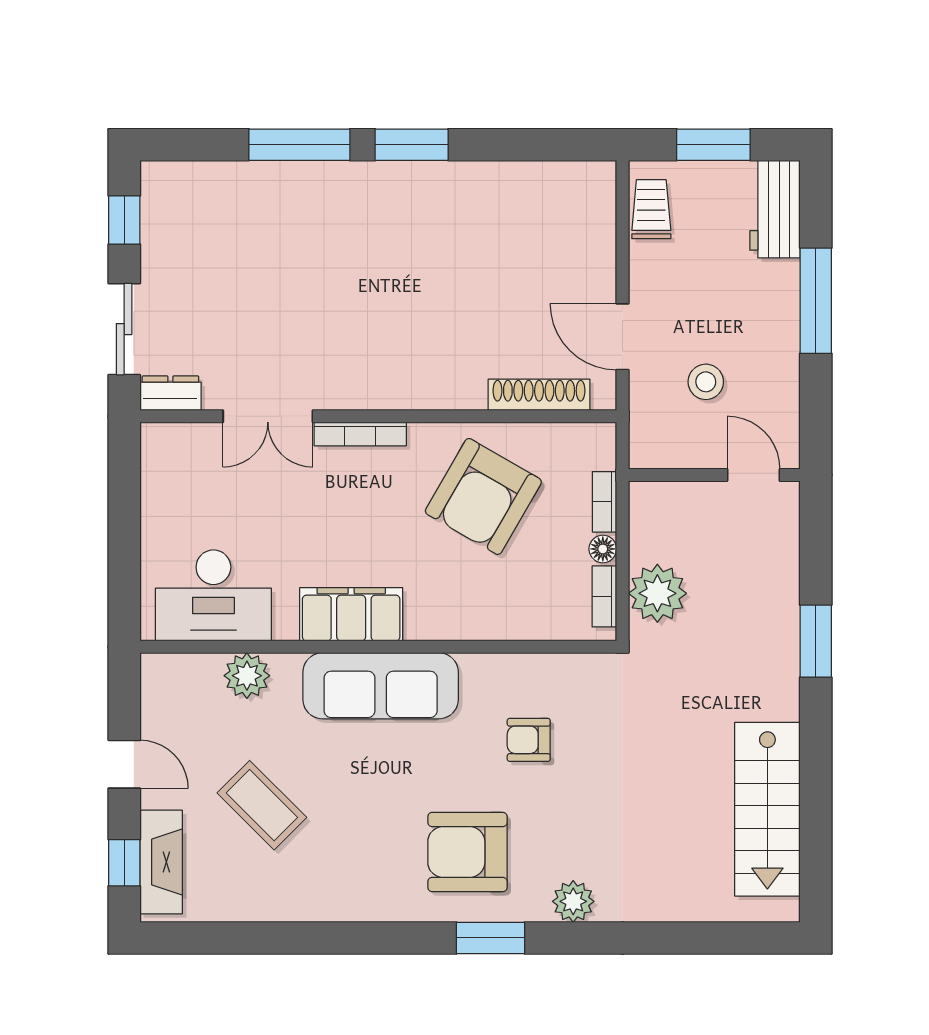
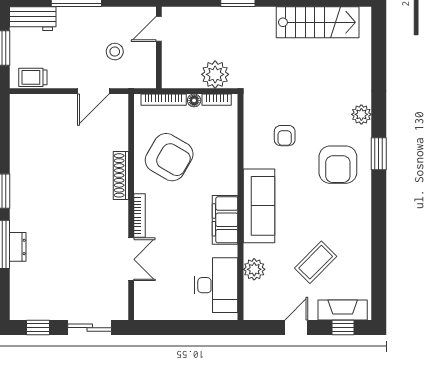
dresser: (170, 393) -> (18, 247), moved, turned 180
shoe rack: (539, 395) -> (121, 175), moved
bookcase: (604, 502) -> (164, 100), width x1.56

